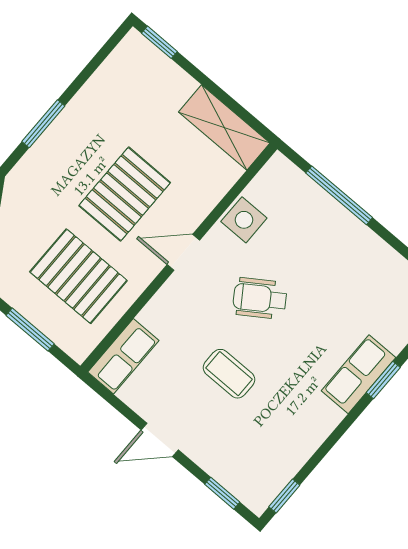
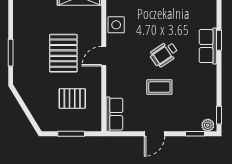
pallet: (78, 276) -> (72, 98), width x0.67, depth x0.71
wheelchair: (260, 298) -> (164, 54), moved
plant: (254, 497) -> (208, 125), added

